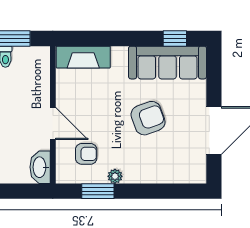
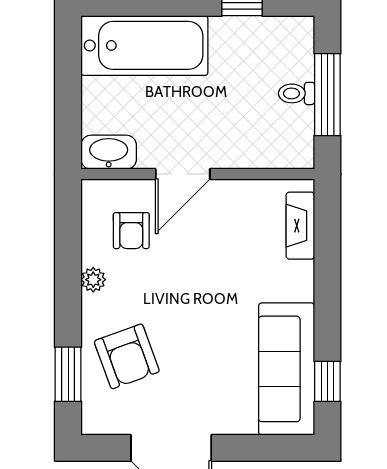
fireplace: (83, 57) -> (300, 226), width x0.73, depth x0.76
armchair: (148, 118) -> (127, 356), moved
window: (98, 191) -> (68, 374), moved

